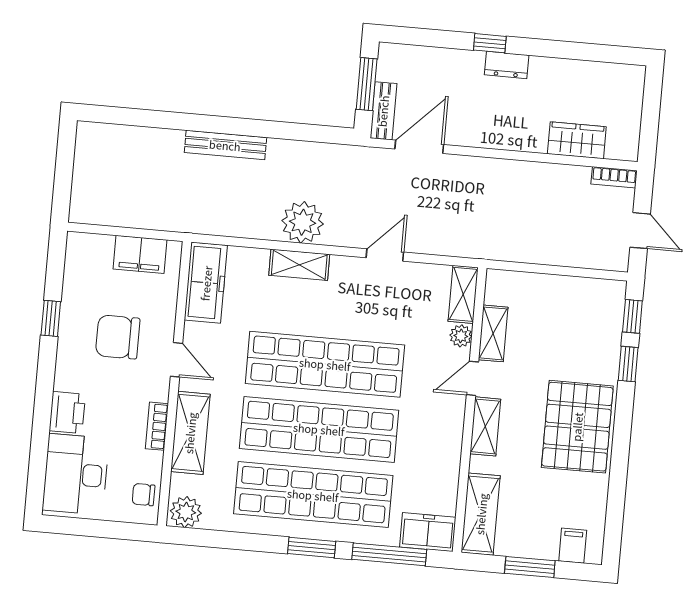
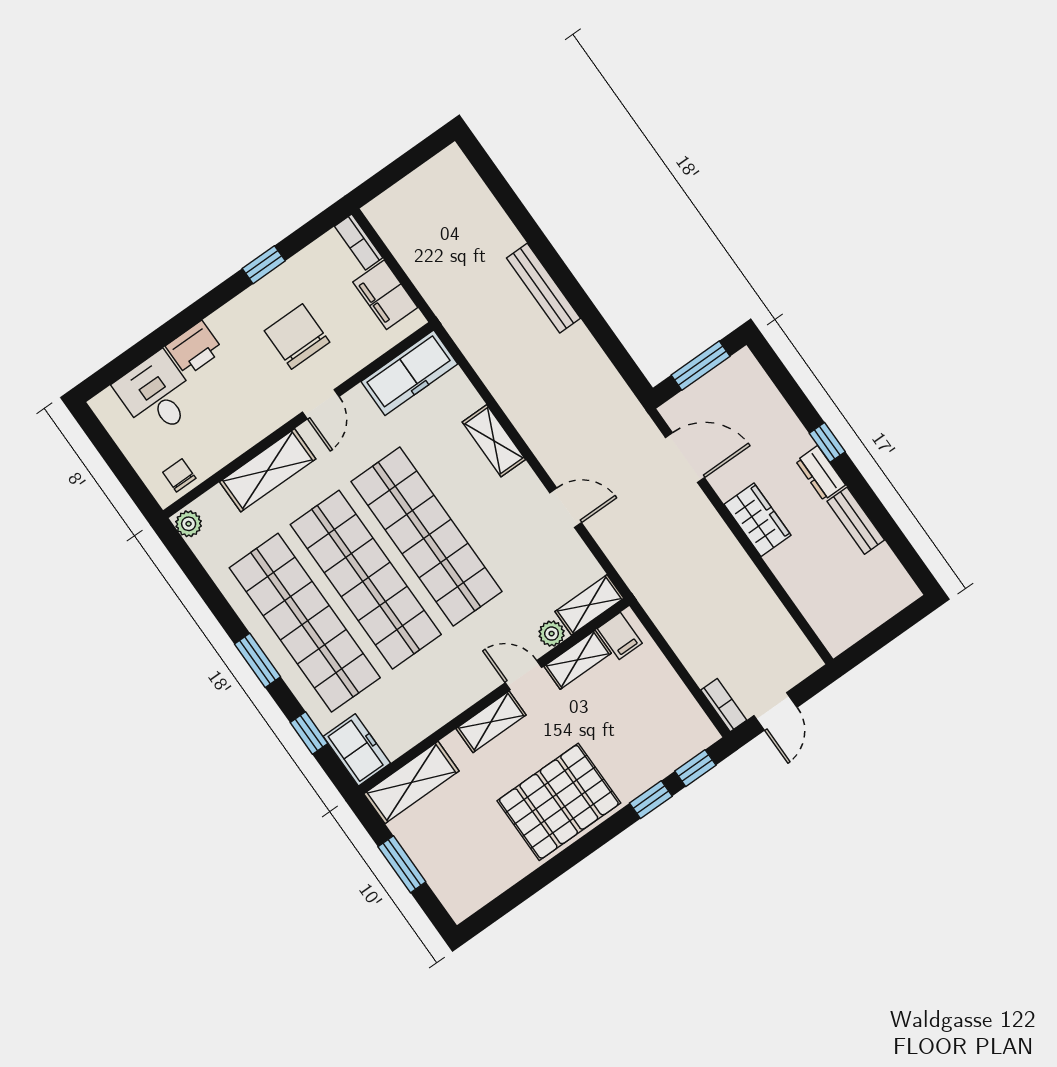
bench: (383, 111) -> (856, 521), moved, turned 90
wardrobe: (577, 140) -> (758, 520), moved
bookcase: (614, 177) -> (724, 705), moved, turned 180
plant: (303, 222) -> (533, 412), removed
bookcase: (157, 426) -> (359, 242), moved, turned -90
desk: (76, 474) -> (157, 395), width x0.73
plant: (186, 512) -> (189, 524), width x0.73, depth x0.73
filing cabinet: (573, 546) -> (620, 636), moved, turned 90
window: (389, 554) -> (309, 733), width x0.46

